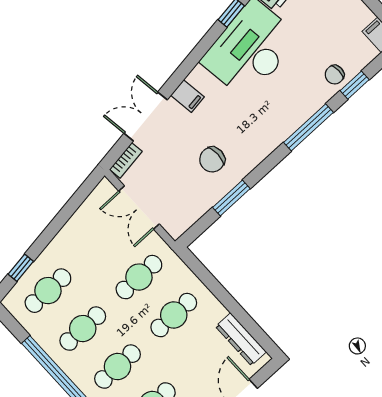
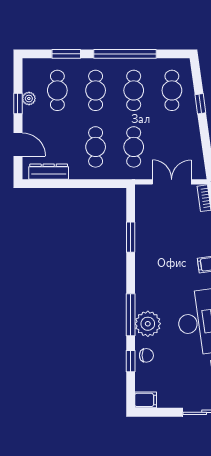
chair: (335, 75) -> (146, 355), turned 90
plant: (302, 102) -> (148, 324), added
chair: (212, 160) -> (161, 246), removed
window: (21, 268) -> (200, 104), moved

